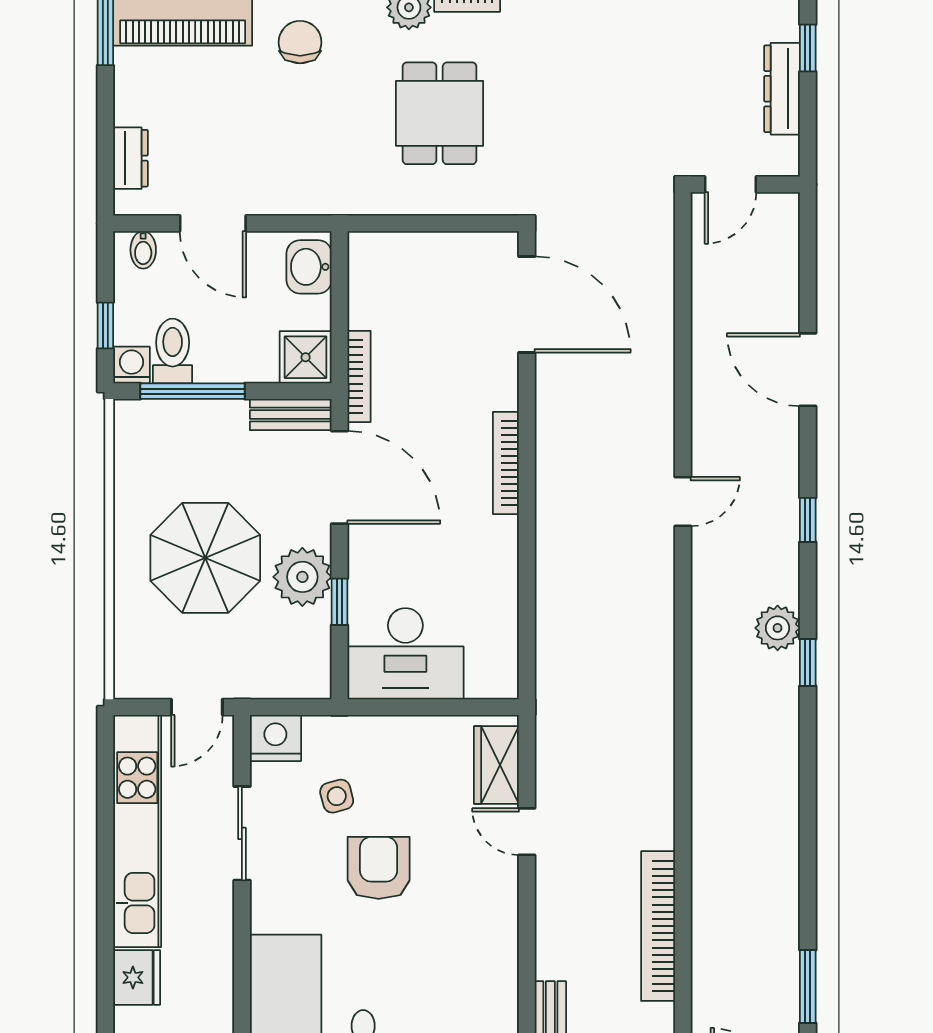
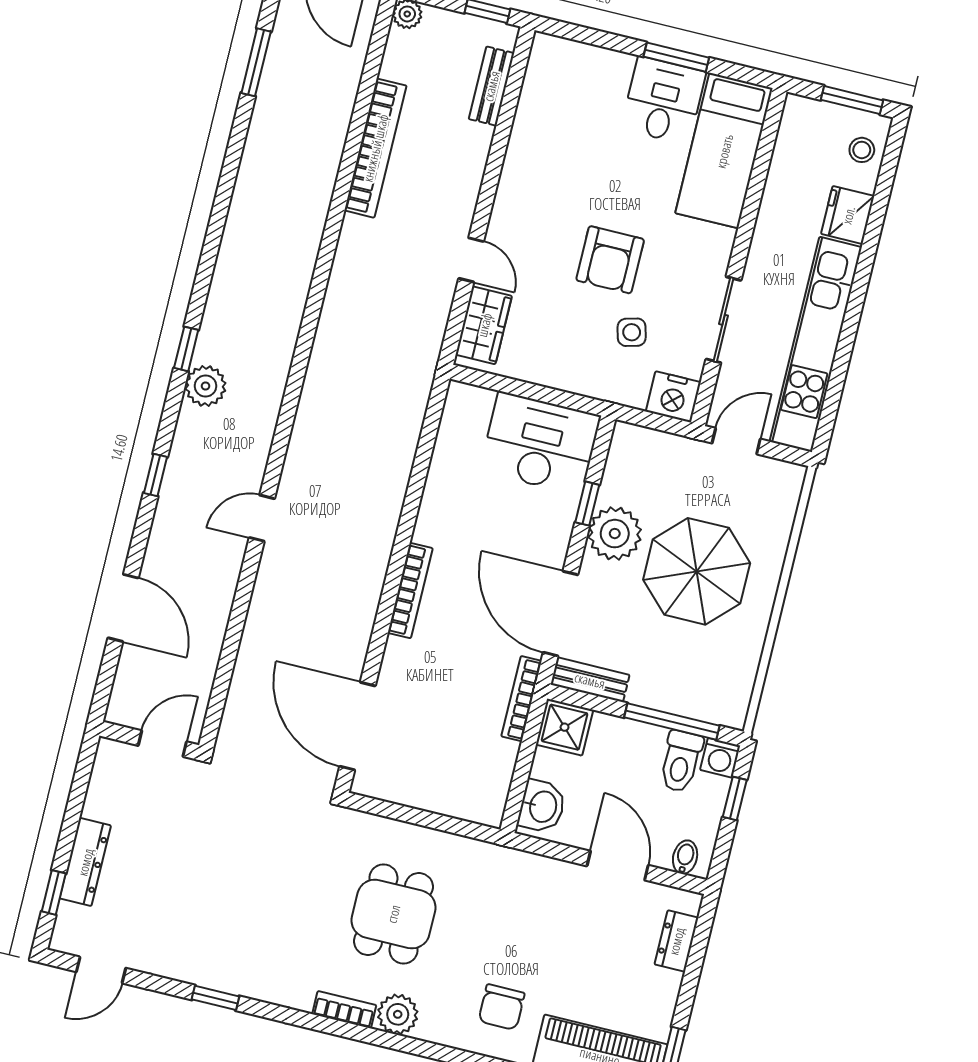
door: (731, 184) -> (162, 744), moved
wall: (745, 184) -> (149, 740), moved

